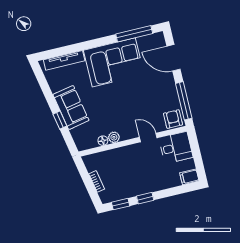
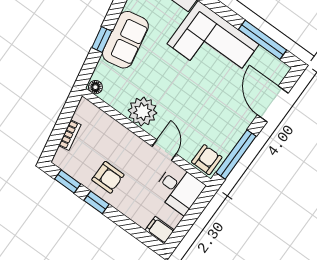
plant: (114, 137) -> (142, 112), width x1.88, depth x1.88
floor lamp: (103, 141) -> (95, 87), moved
armchair: (137, 180) -> (108, 177), added

